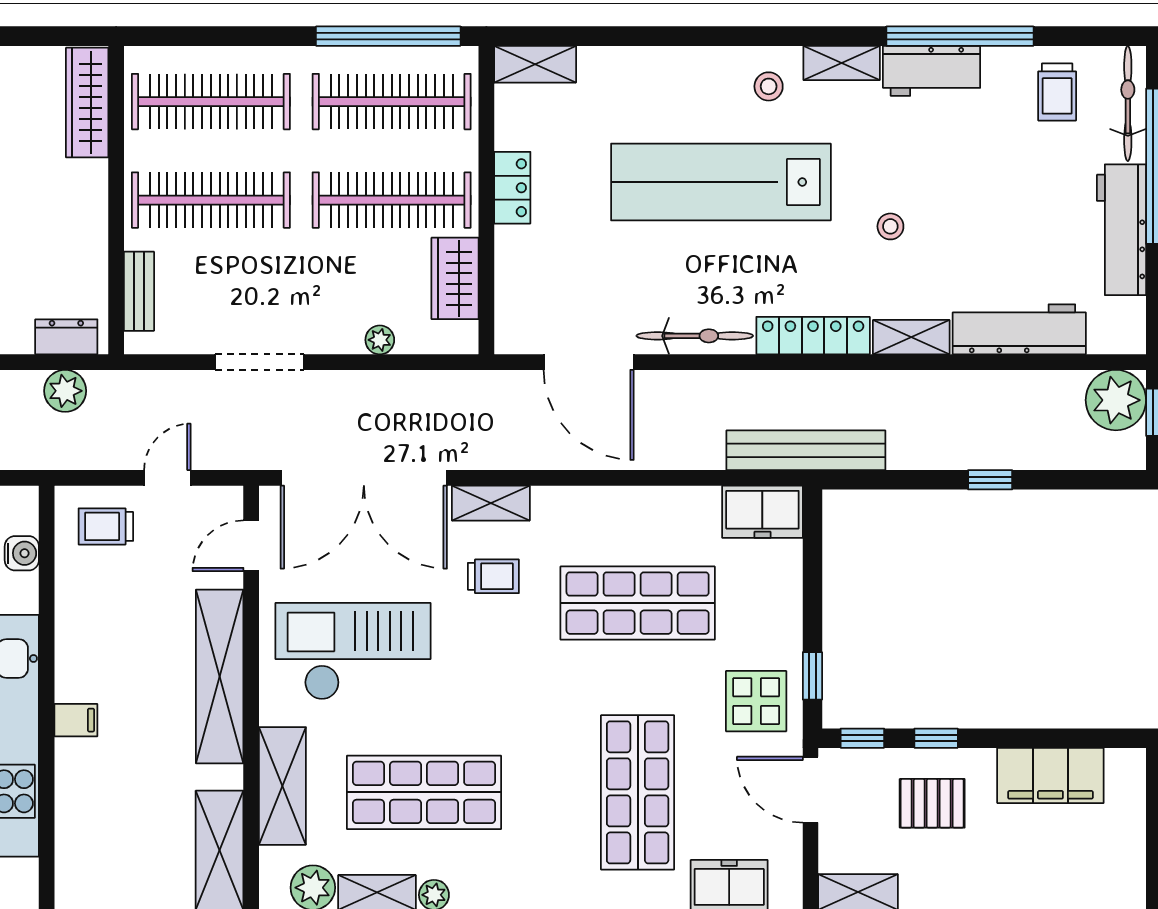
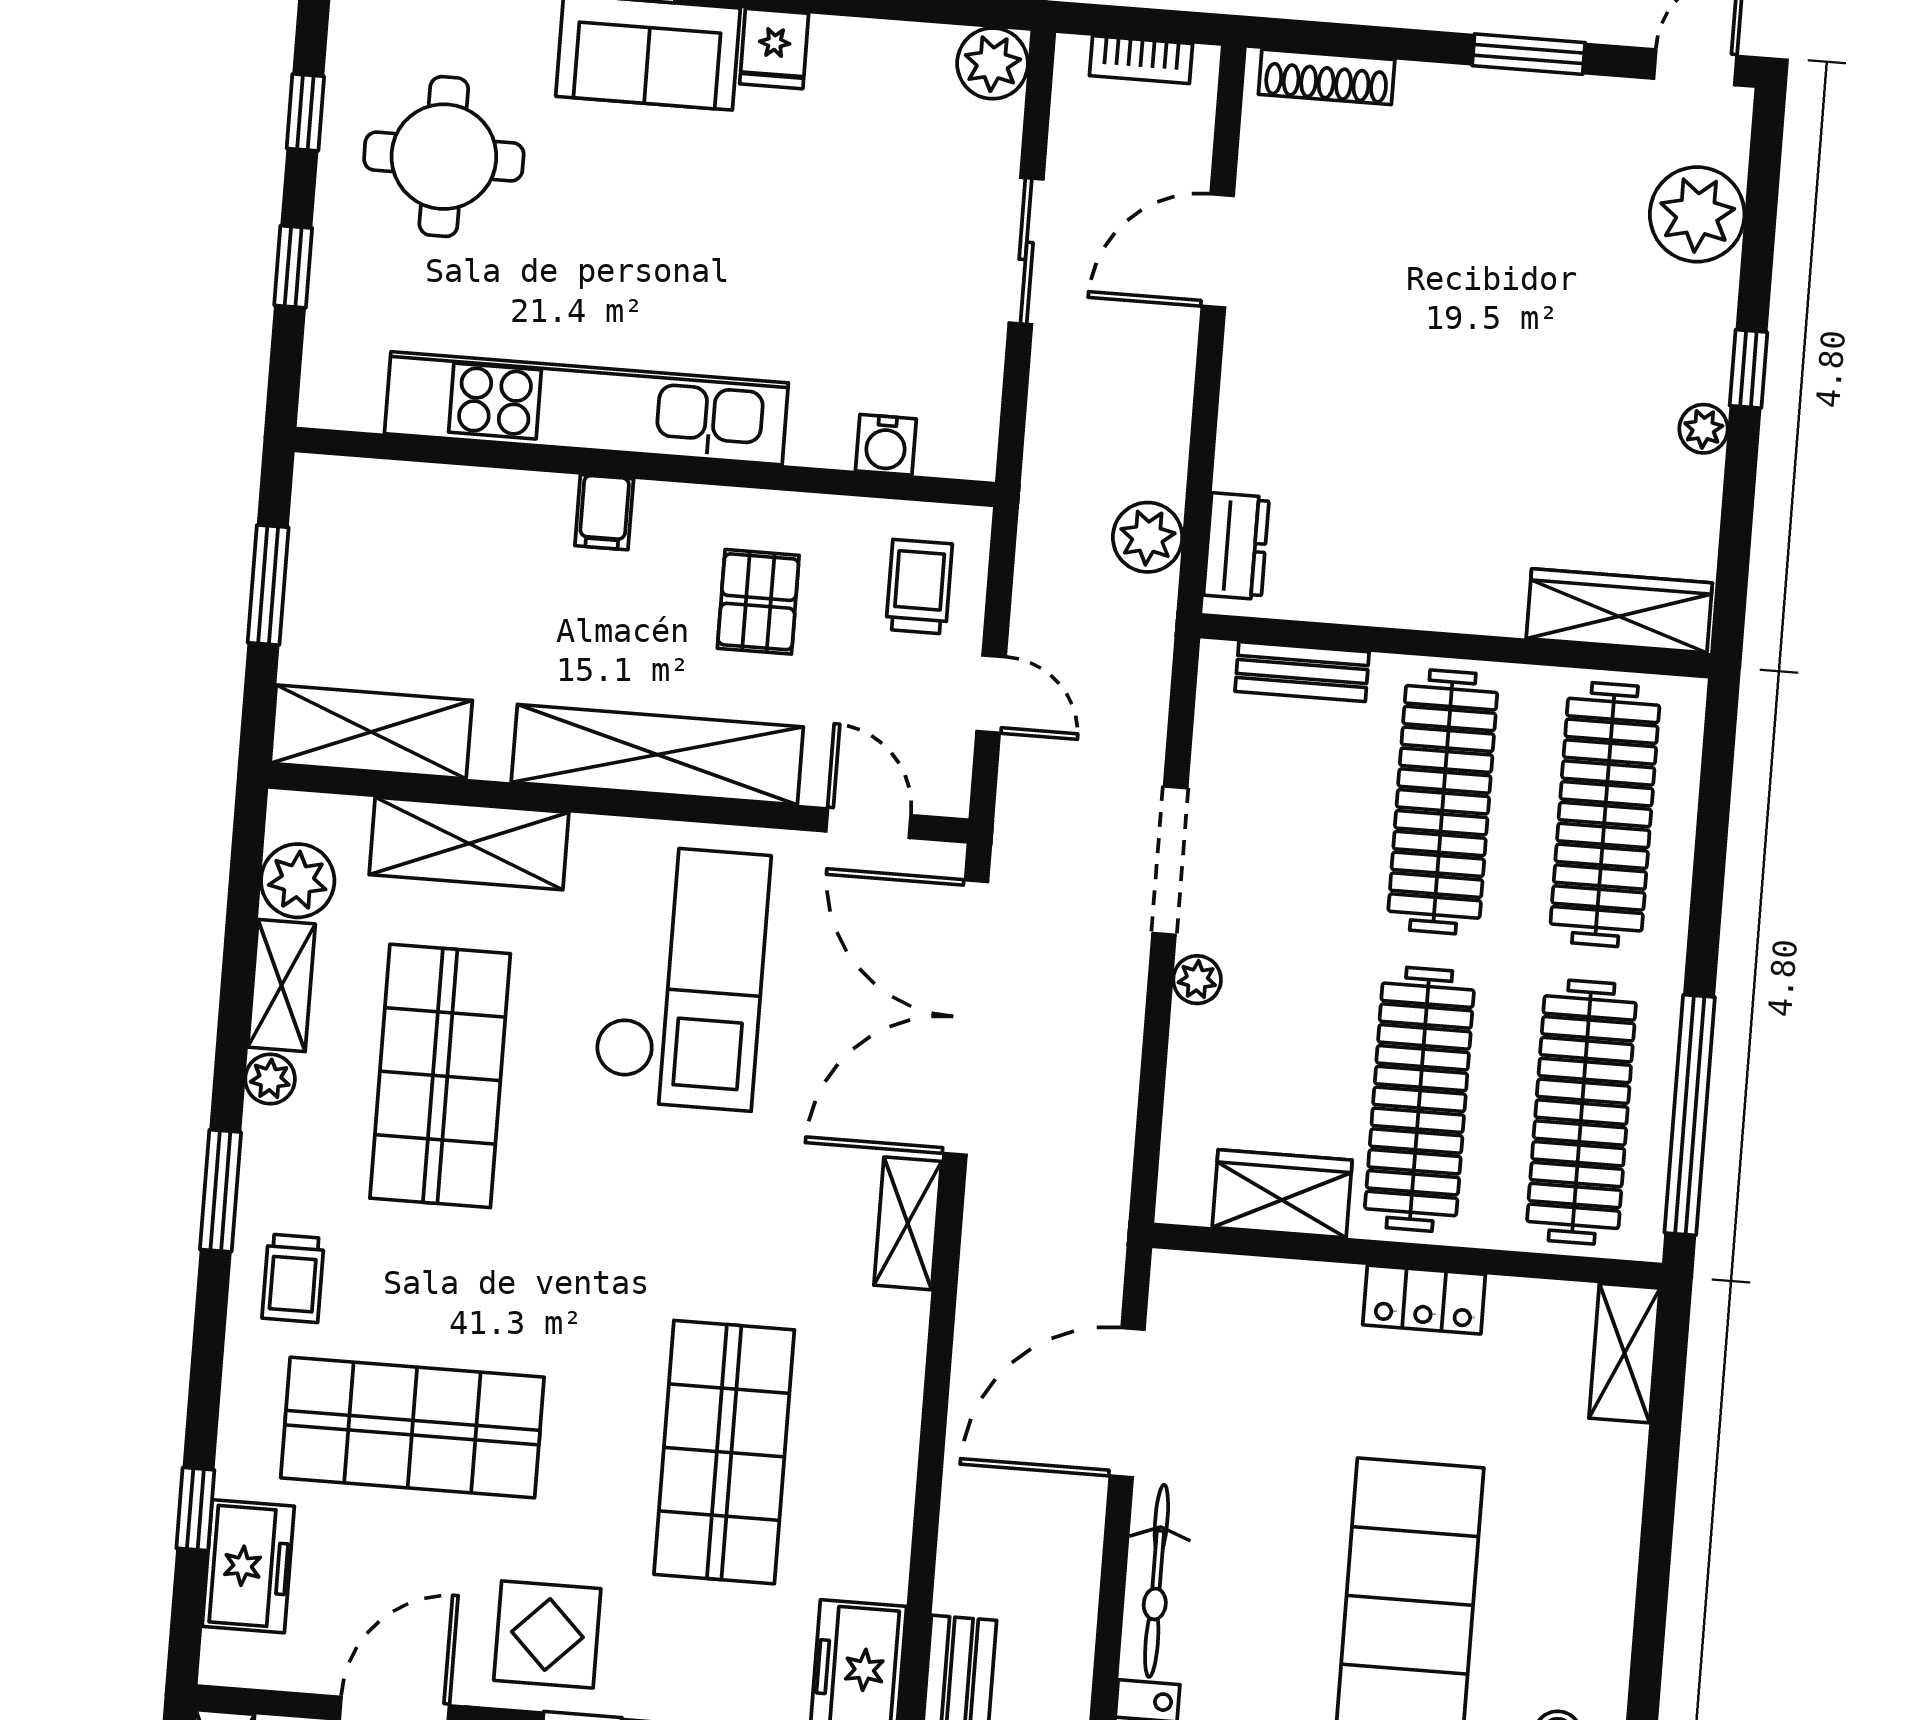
plant: (380, 340) -> (1197, 980), moved
trolley: (493, 576) -> (293, 1278), moved
pallet: (123, 623) -> (758, 602), added

